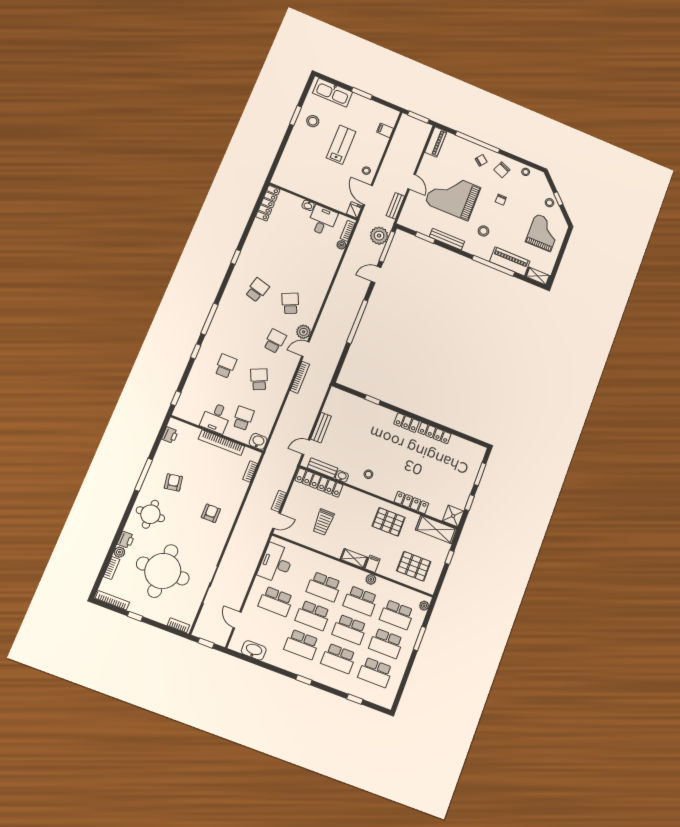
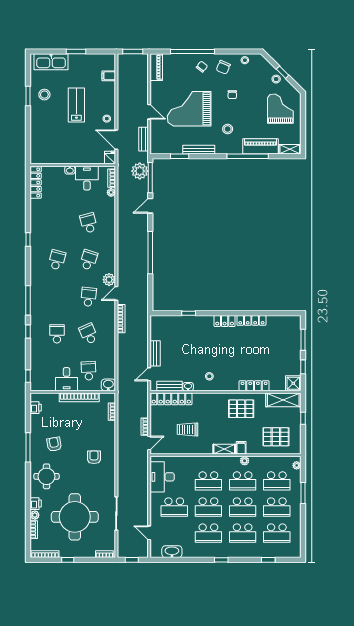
school desk: (306, 266) -> (89, 223), added
school desk: (290, 303) -> (89, 260), turned 42
trolley: (323, 522) -> (187, 429), turned 90

